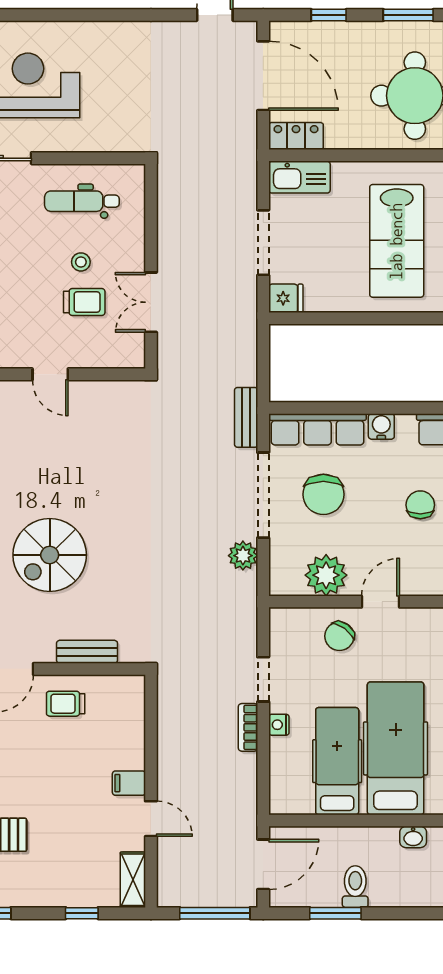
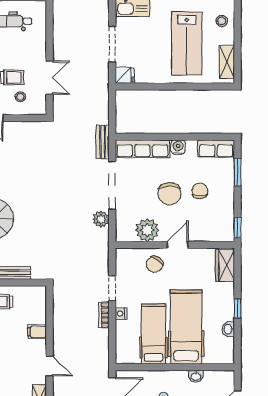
stool: (81, 262) -> (20, 97), moved
double door: (151, 302) -> (49, 78), swing flipped
chair: (323, 494) -> (170, 194), moved
filing cabinet: (129, 783) -> (37, 332), moved

